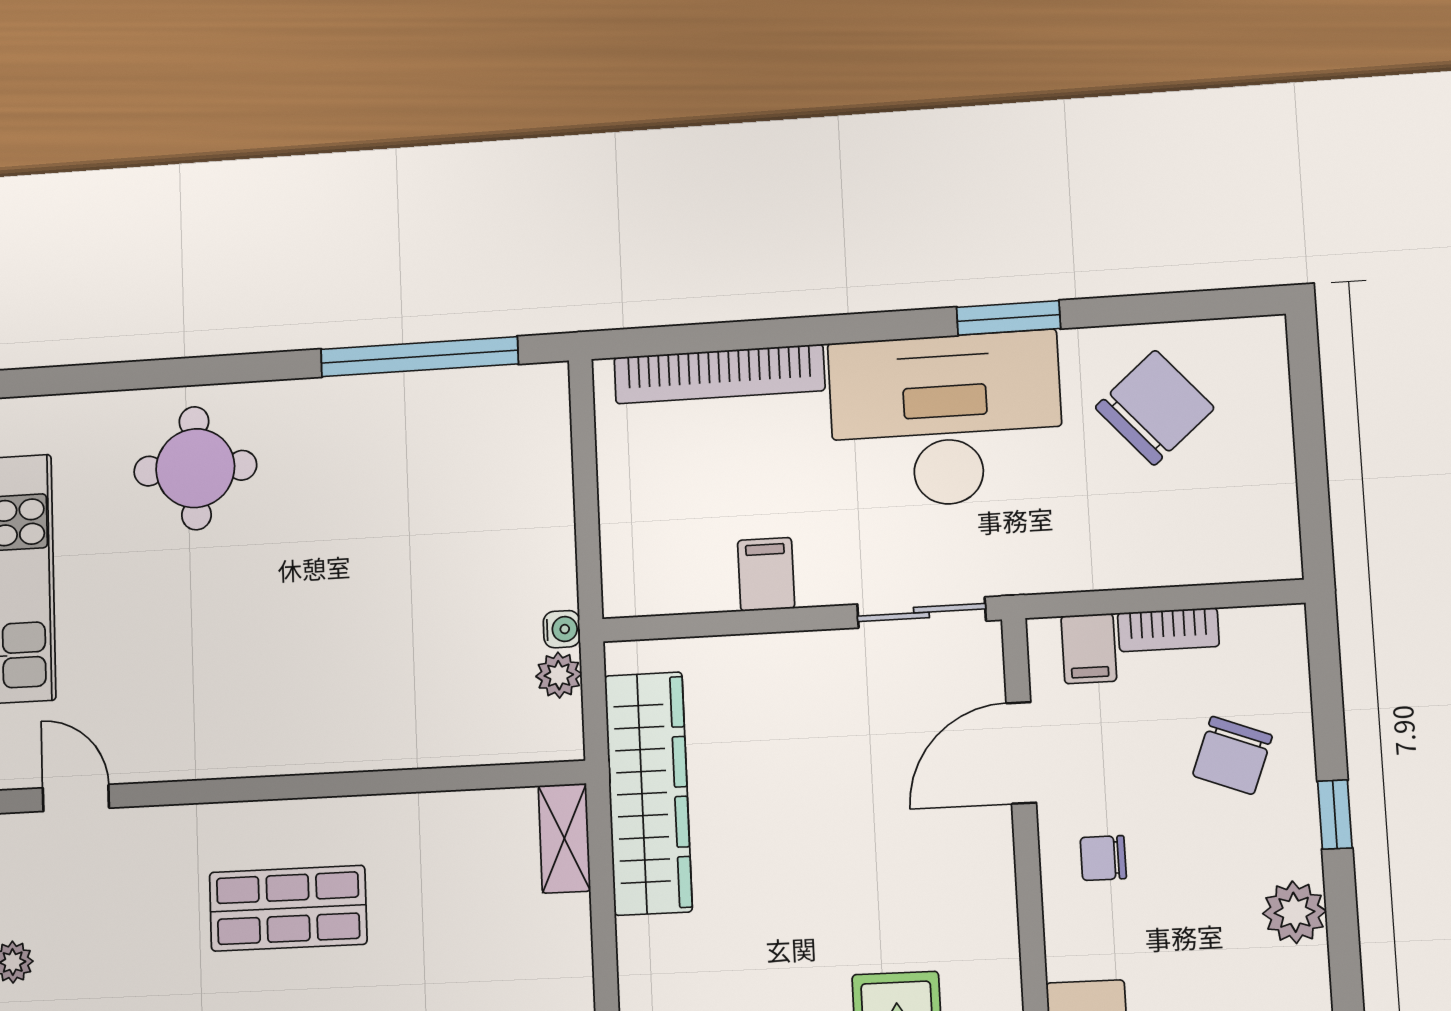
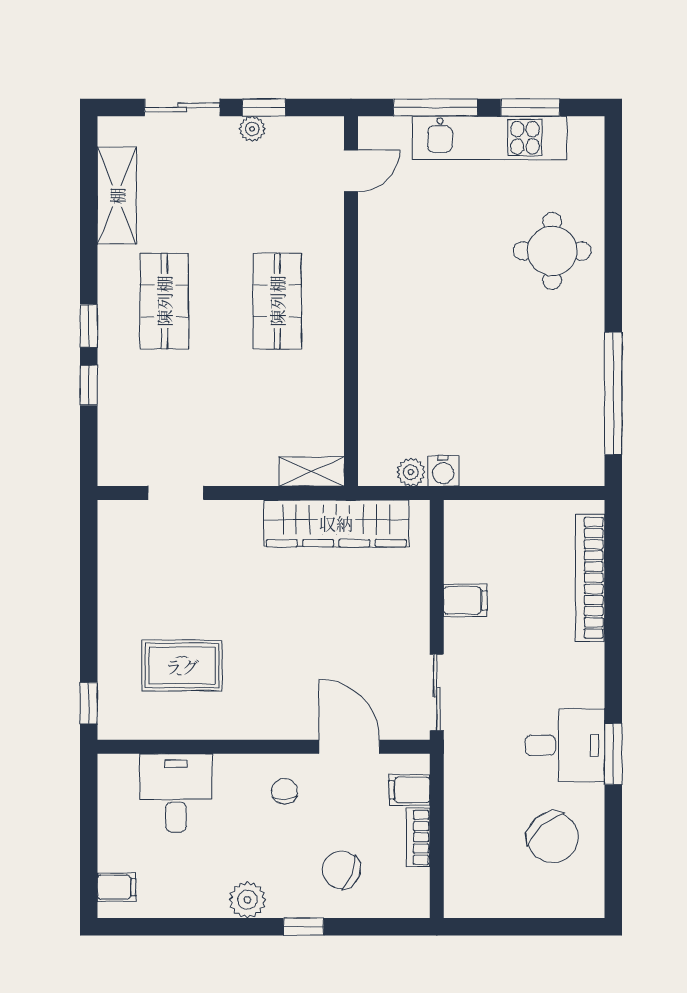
desk: (946, 420) -> (565, 745), width x0.53, depth x0.77
water cooler: (562, 629) -> (443, 471), width x1.38, depth x1.38

